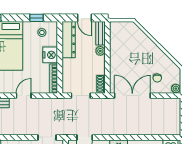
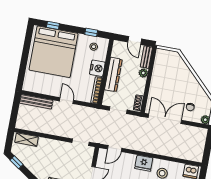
dresser: (69, 40) -> (113, 75), moved
door: (24, 96) -> (67, 101), hinge flipped

